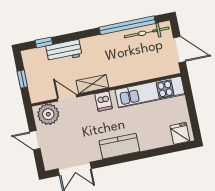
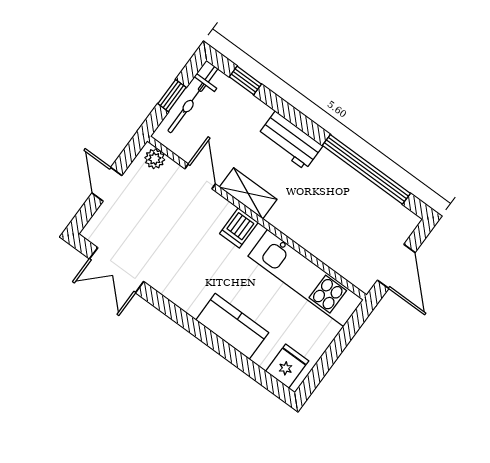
bicycle: (147, 32) -> (193, 100), moved, turned -90
workbench: (64, 51) -> (290, 141), moved
plant: (48, 114) -> (155, 159), width x0.53, depth x0.53
kitchen counter: (119, 146) -> (232, 326), moved

